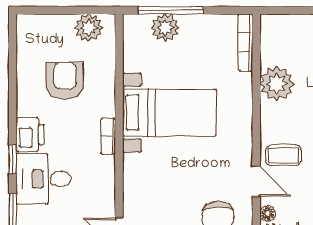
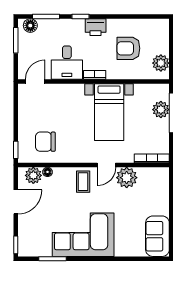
armchair: (65, 81) -> (128, 48), turned 180
desk: (44, 179) -> (67, 63), moved, turned 180
door: (256, 181) -> (106, 165), moved

